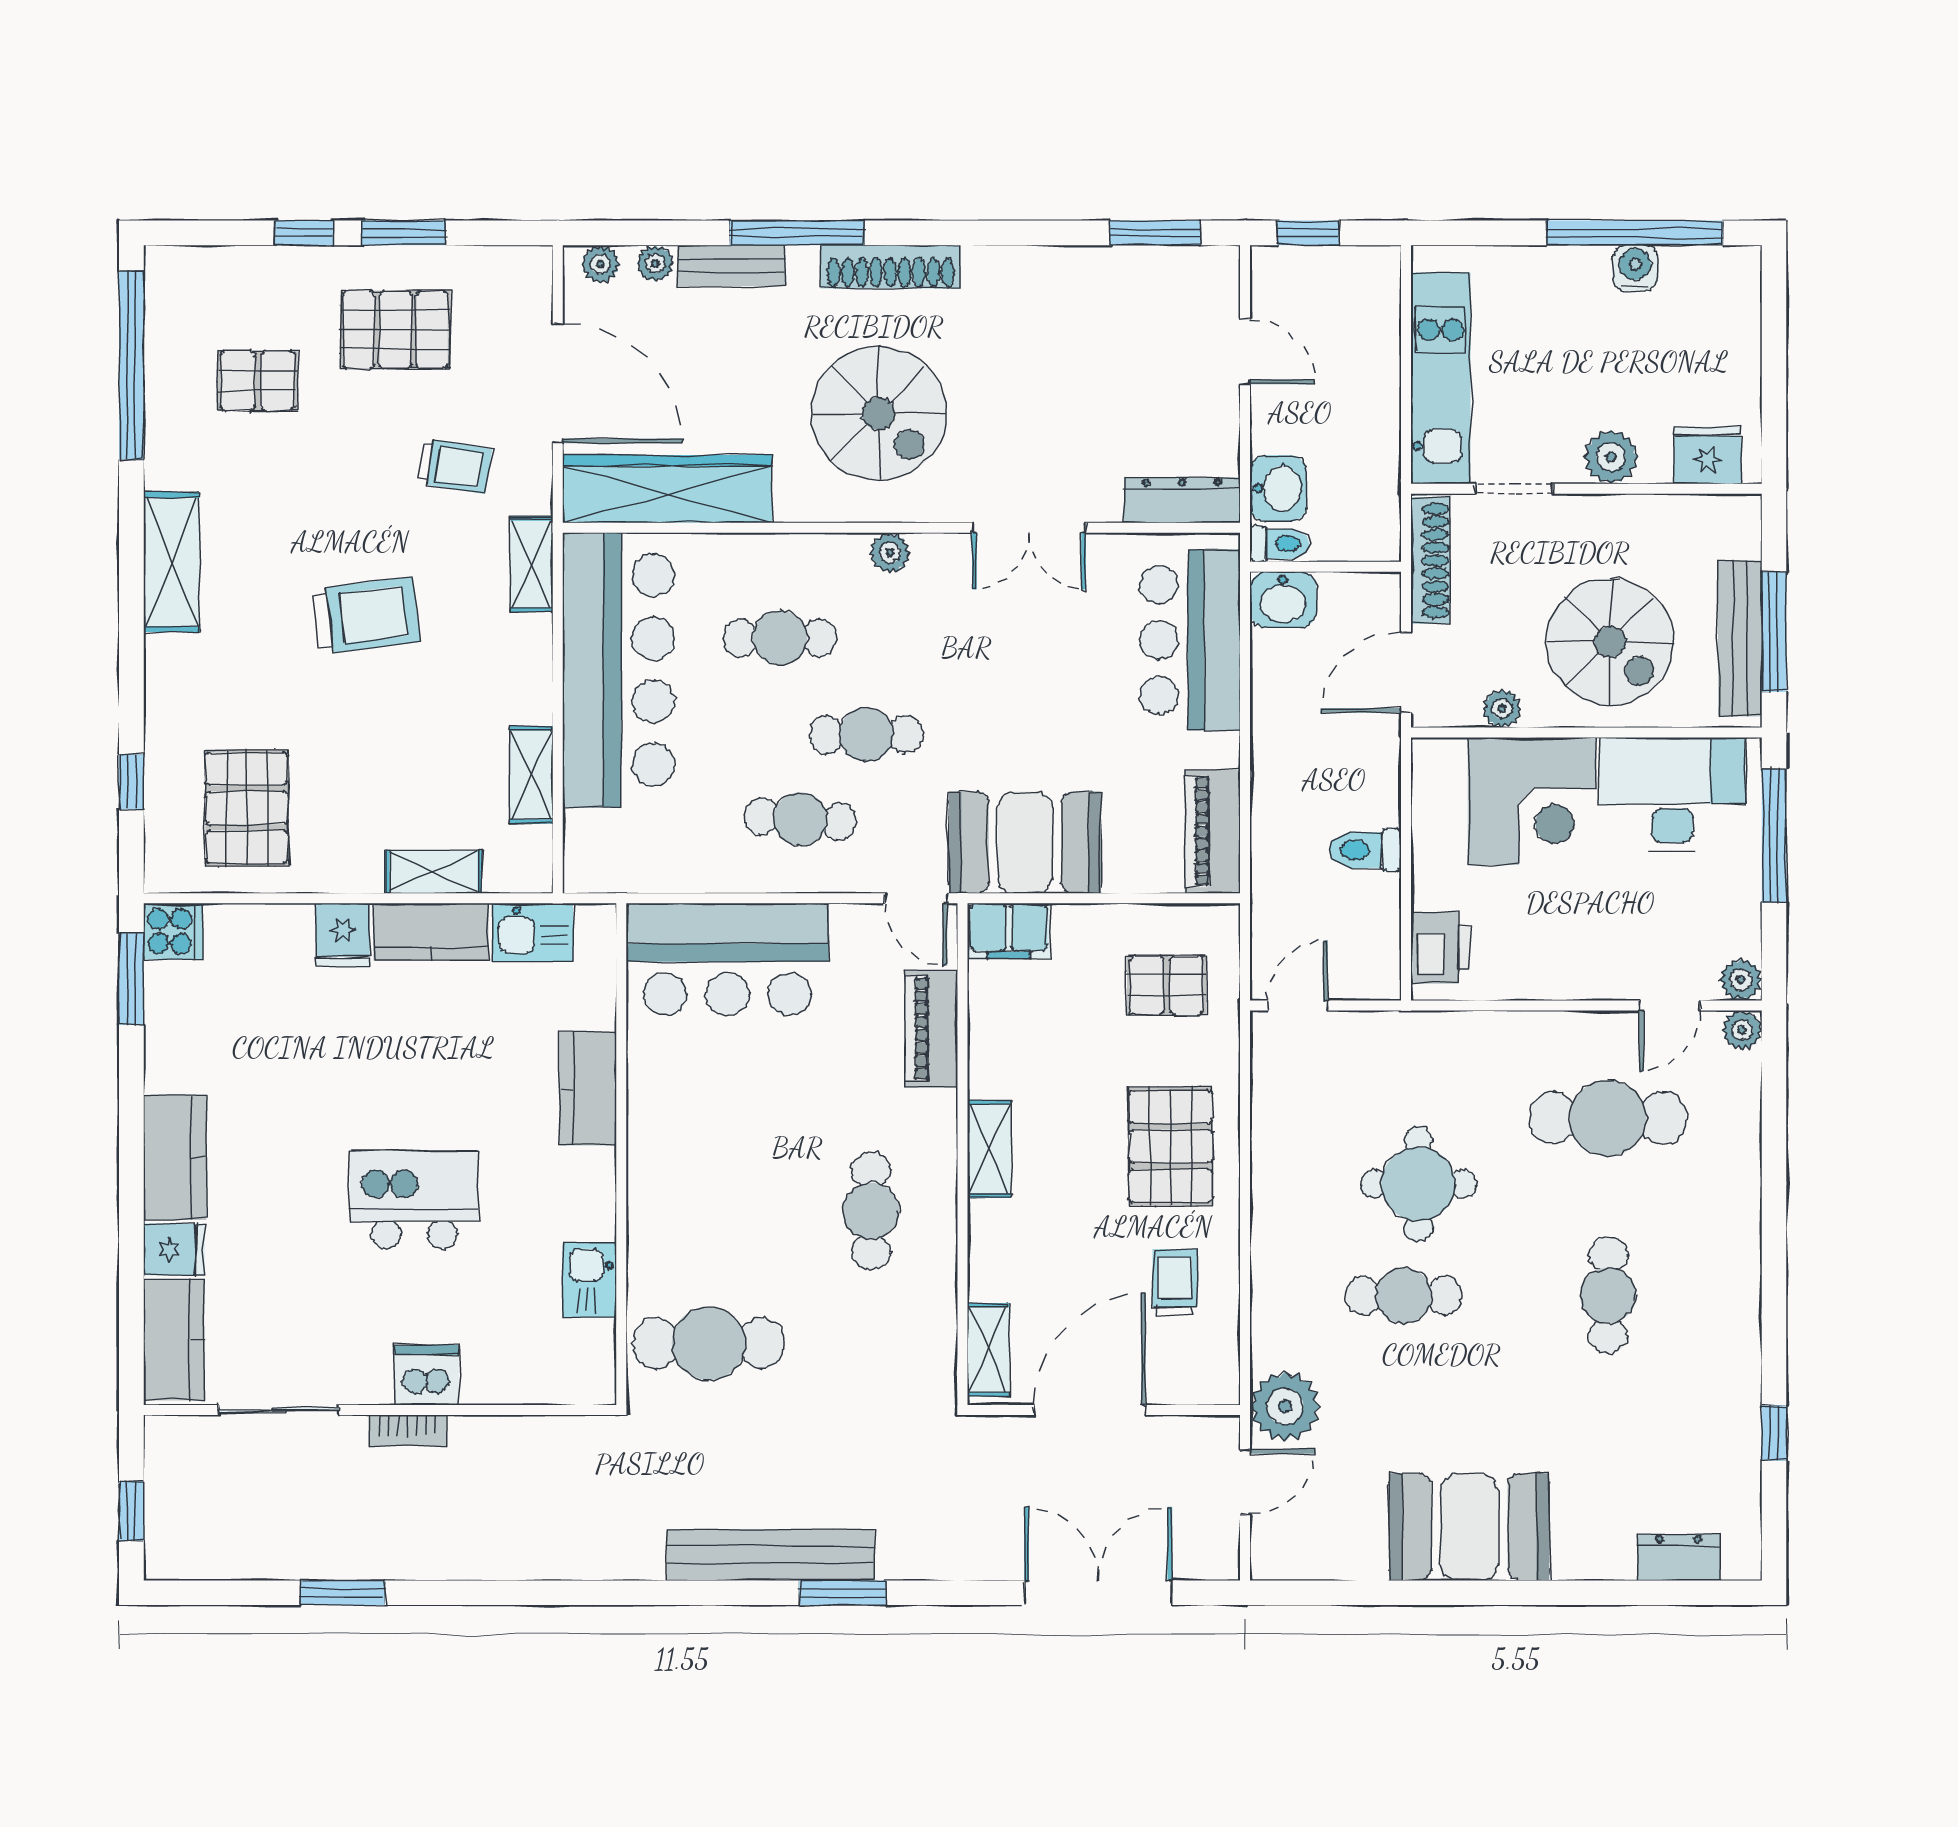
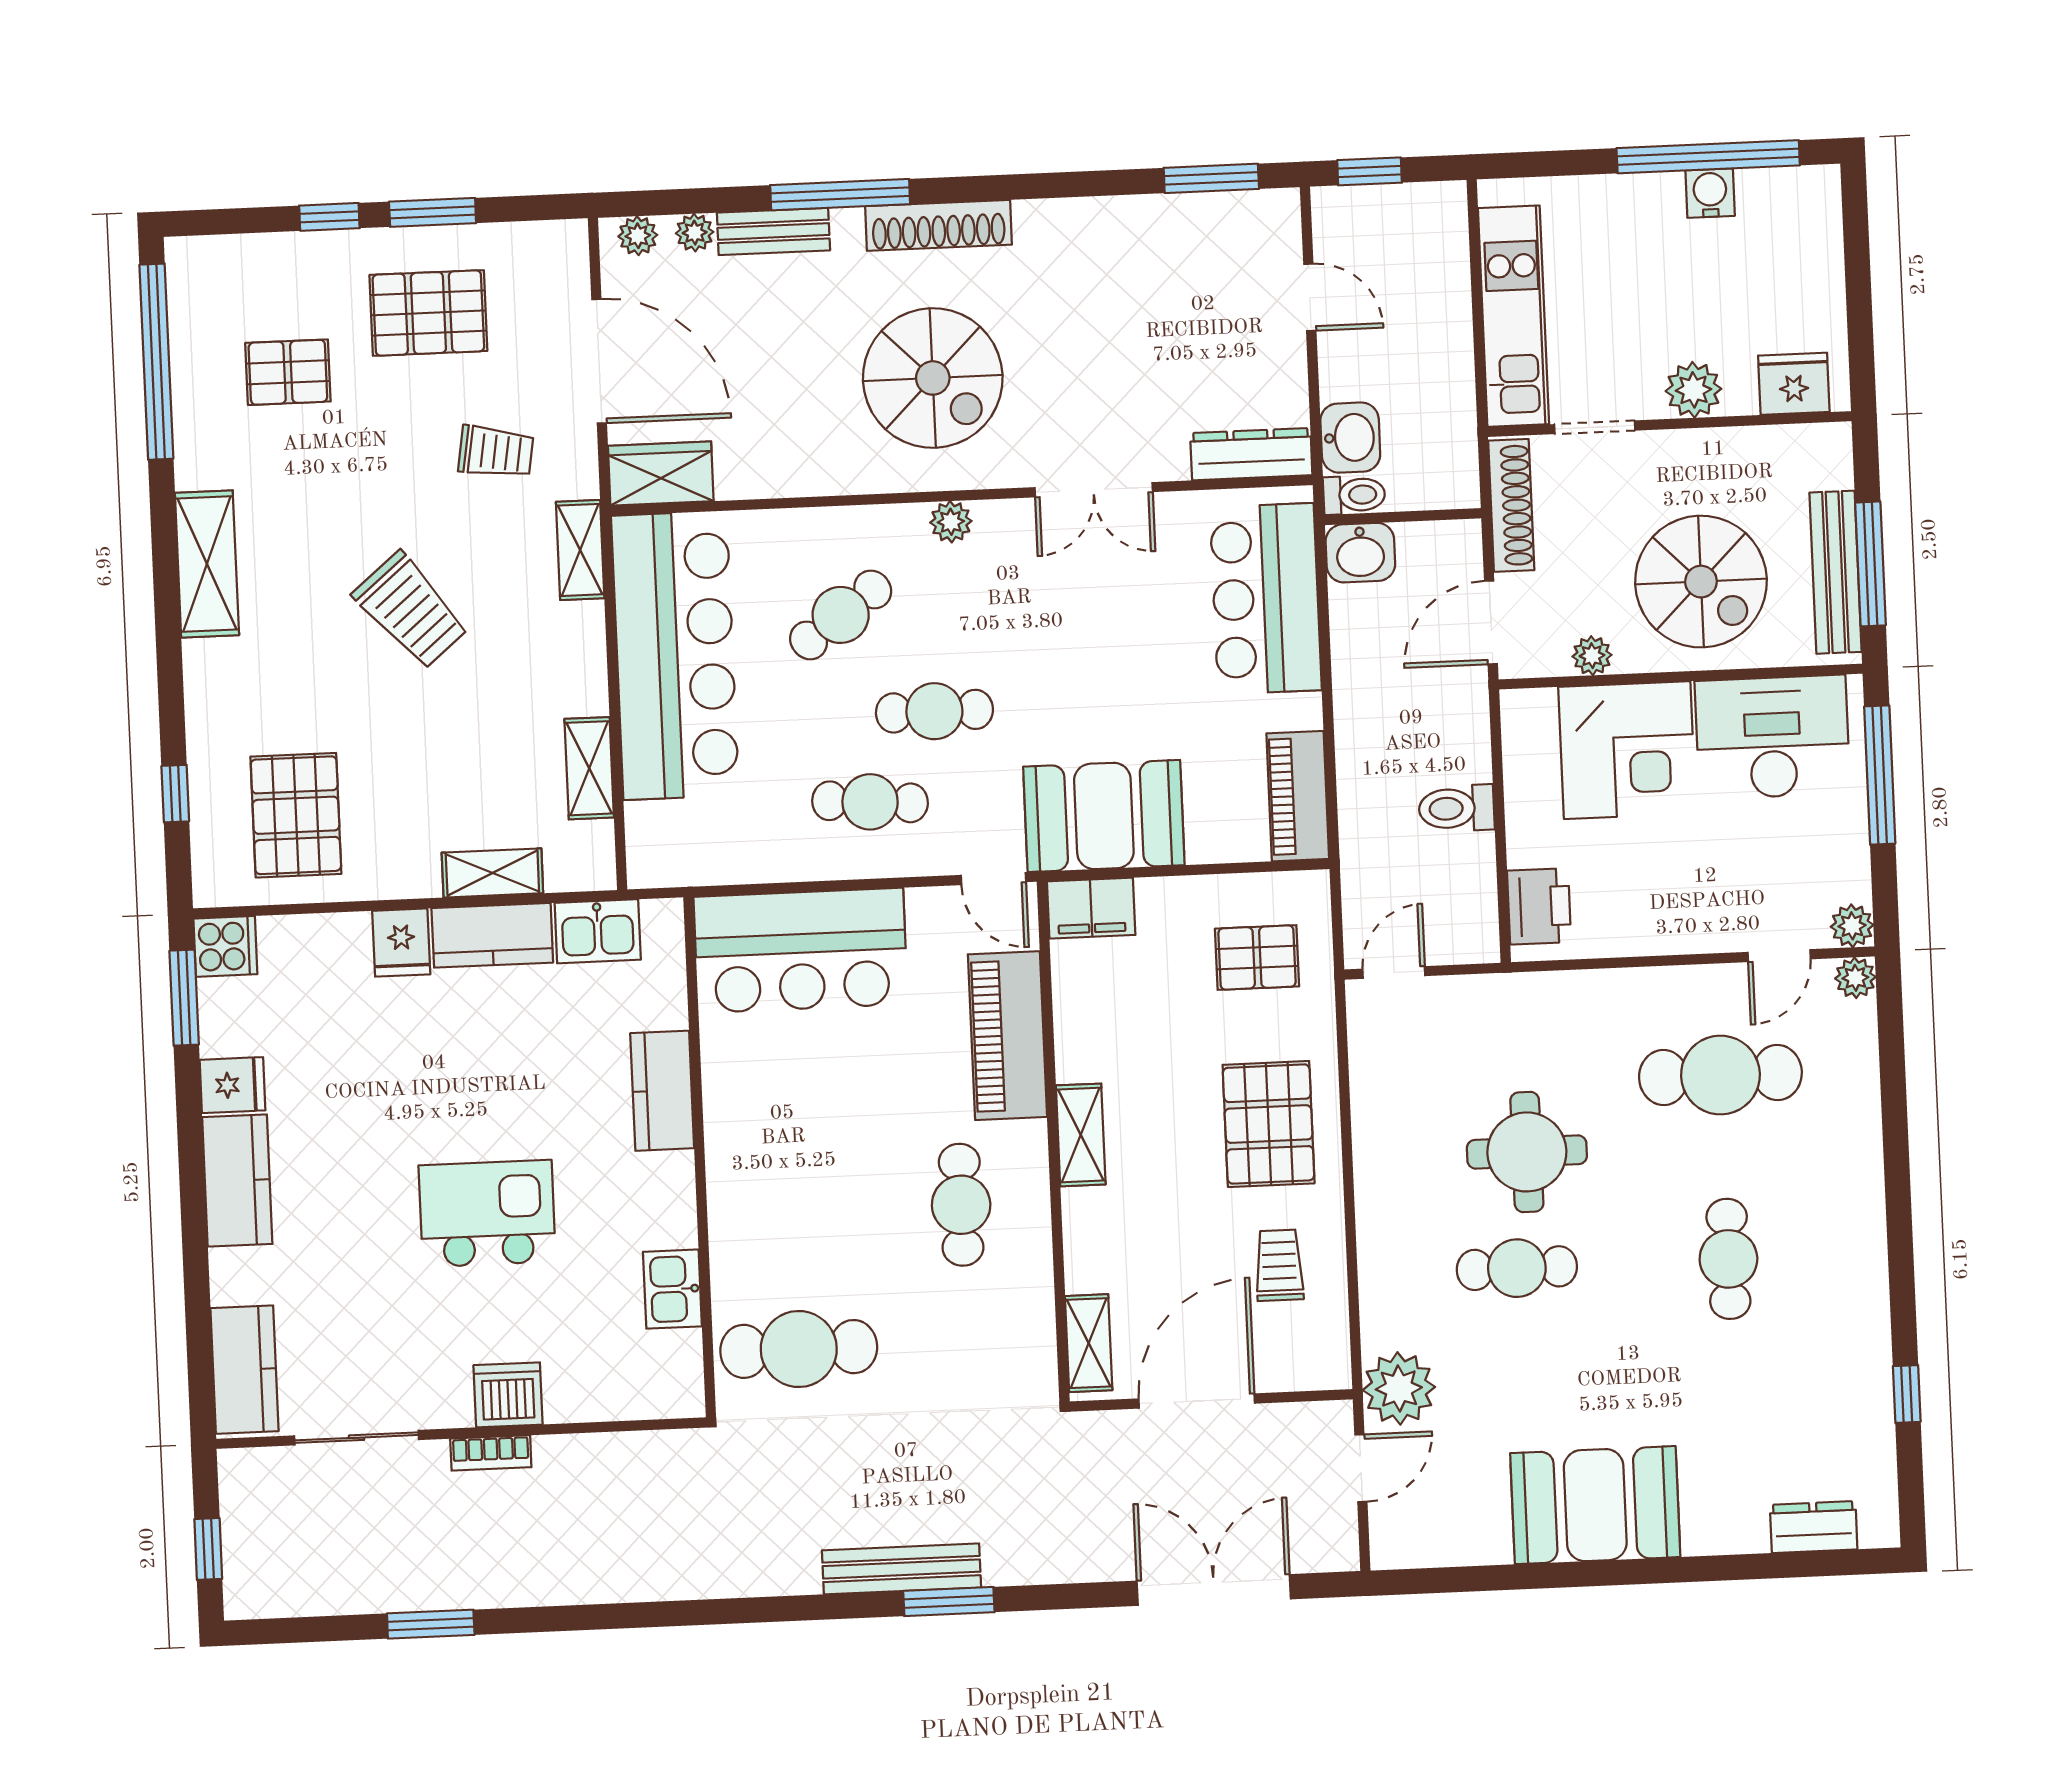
wardrobe: (667, 489) -> (661, 474), width x0.48, depth x0.85
trolley: (366, 615) -> (411, 610), turned 57
cafe table: (780, 638) -> (841, 615), turned -36
piano: (931, 1029) -> (1007, 1036), width x1.37, depth x1.33
fridge: (174, 1249) -> (232, 1085), moved
bench: (771, 1555) -> (901, 1569), width x0.73, depth x0.82

